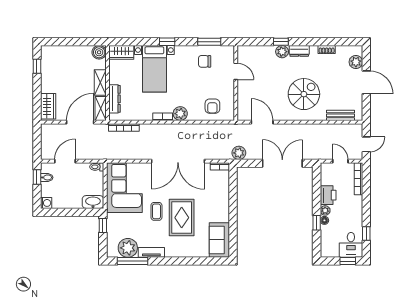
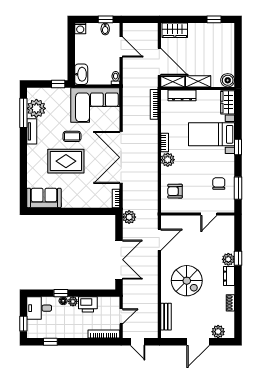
desk: (351, 245) -> (39, 308), moved

